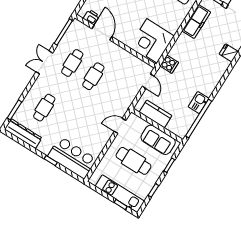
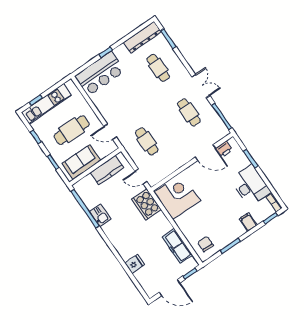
cooker: (169, 64) -> (146, 204), width x1.87, depth x1.31
cafe table: (93, 76) -> (147, 141), moved
door: (120, 126) -> (110, 132), swing flipped

